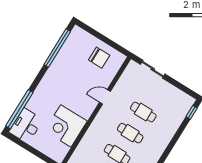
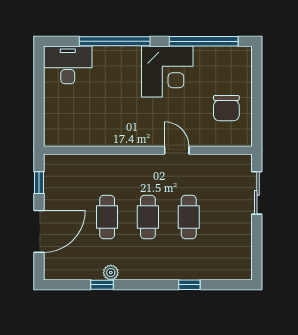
window: (19, 109) -> (115, 41), moved
window: (192, 112) -> (189, 285), moved
corner desk: (66, 126) -> (167, 72), moved, turned 180

